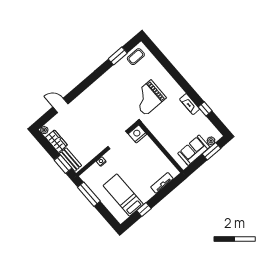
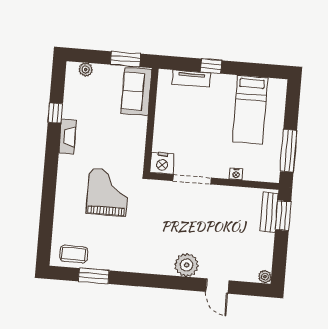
grand piano: (148, 98) -> (108, 192), turned -90
plant: (83, 101) -> (187, 265), added
wardrobe: (56, 141) -> (264, 250), removed
sofa: (194, 150) -> (136, 91), moved, turned 90
window: (211, 151) -> (125, 59), moved
window: (144, 209) -> (211, 66), moved

